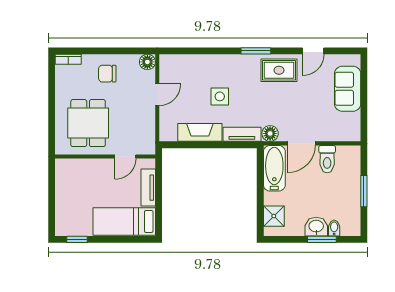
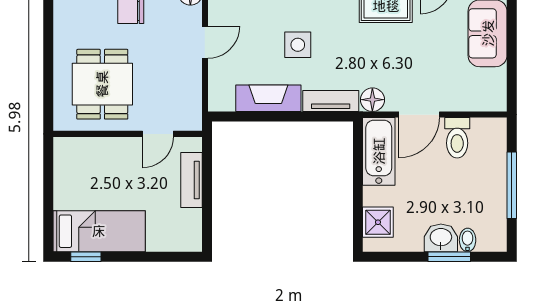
window: (364, 191) -> (512, 185), width x1.44
bed: (124, 221) -> (99, 231), moved, turned 180

